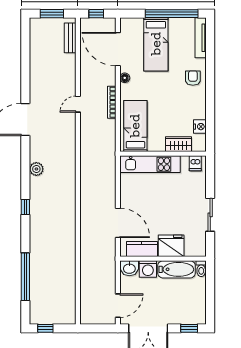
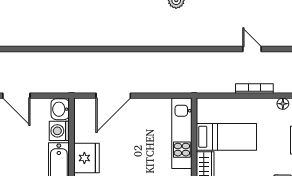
bed: (135, 126) -> (226, 137), moved
kitchen counter: (142, 249) -> (83, 124), removed

